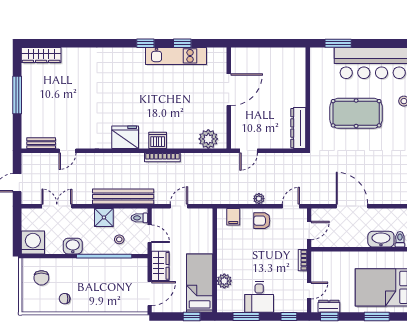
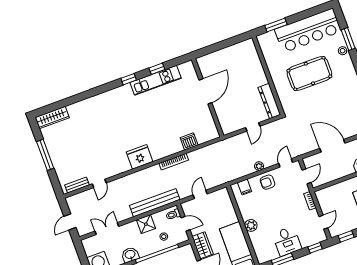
plant: (208, 139) -> (204, 135), removed
dishwasher: (158, 140) -> (189, 141), moved
door: (249, 151) -> (253, 127), moved
plant: (224, 281) -> (251, 225), moved
dresser: (329, 306) -> (343, 229), removed

